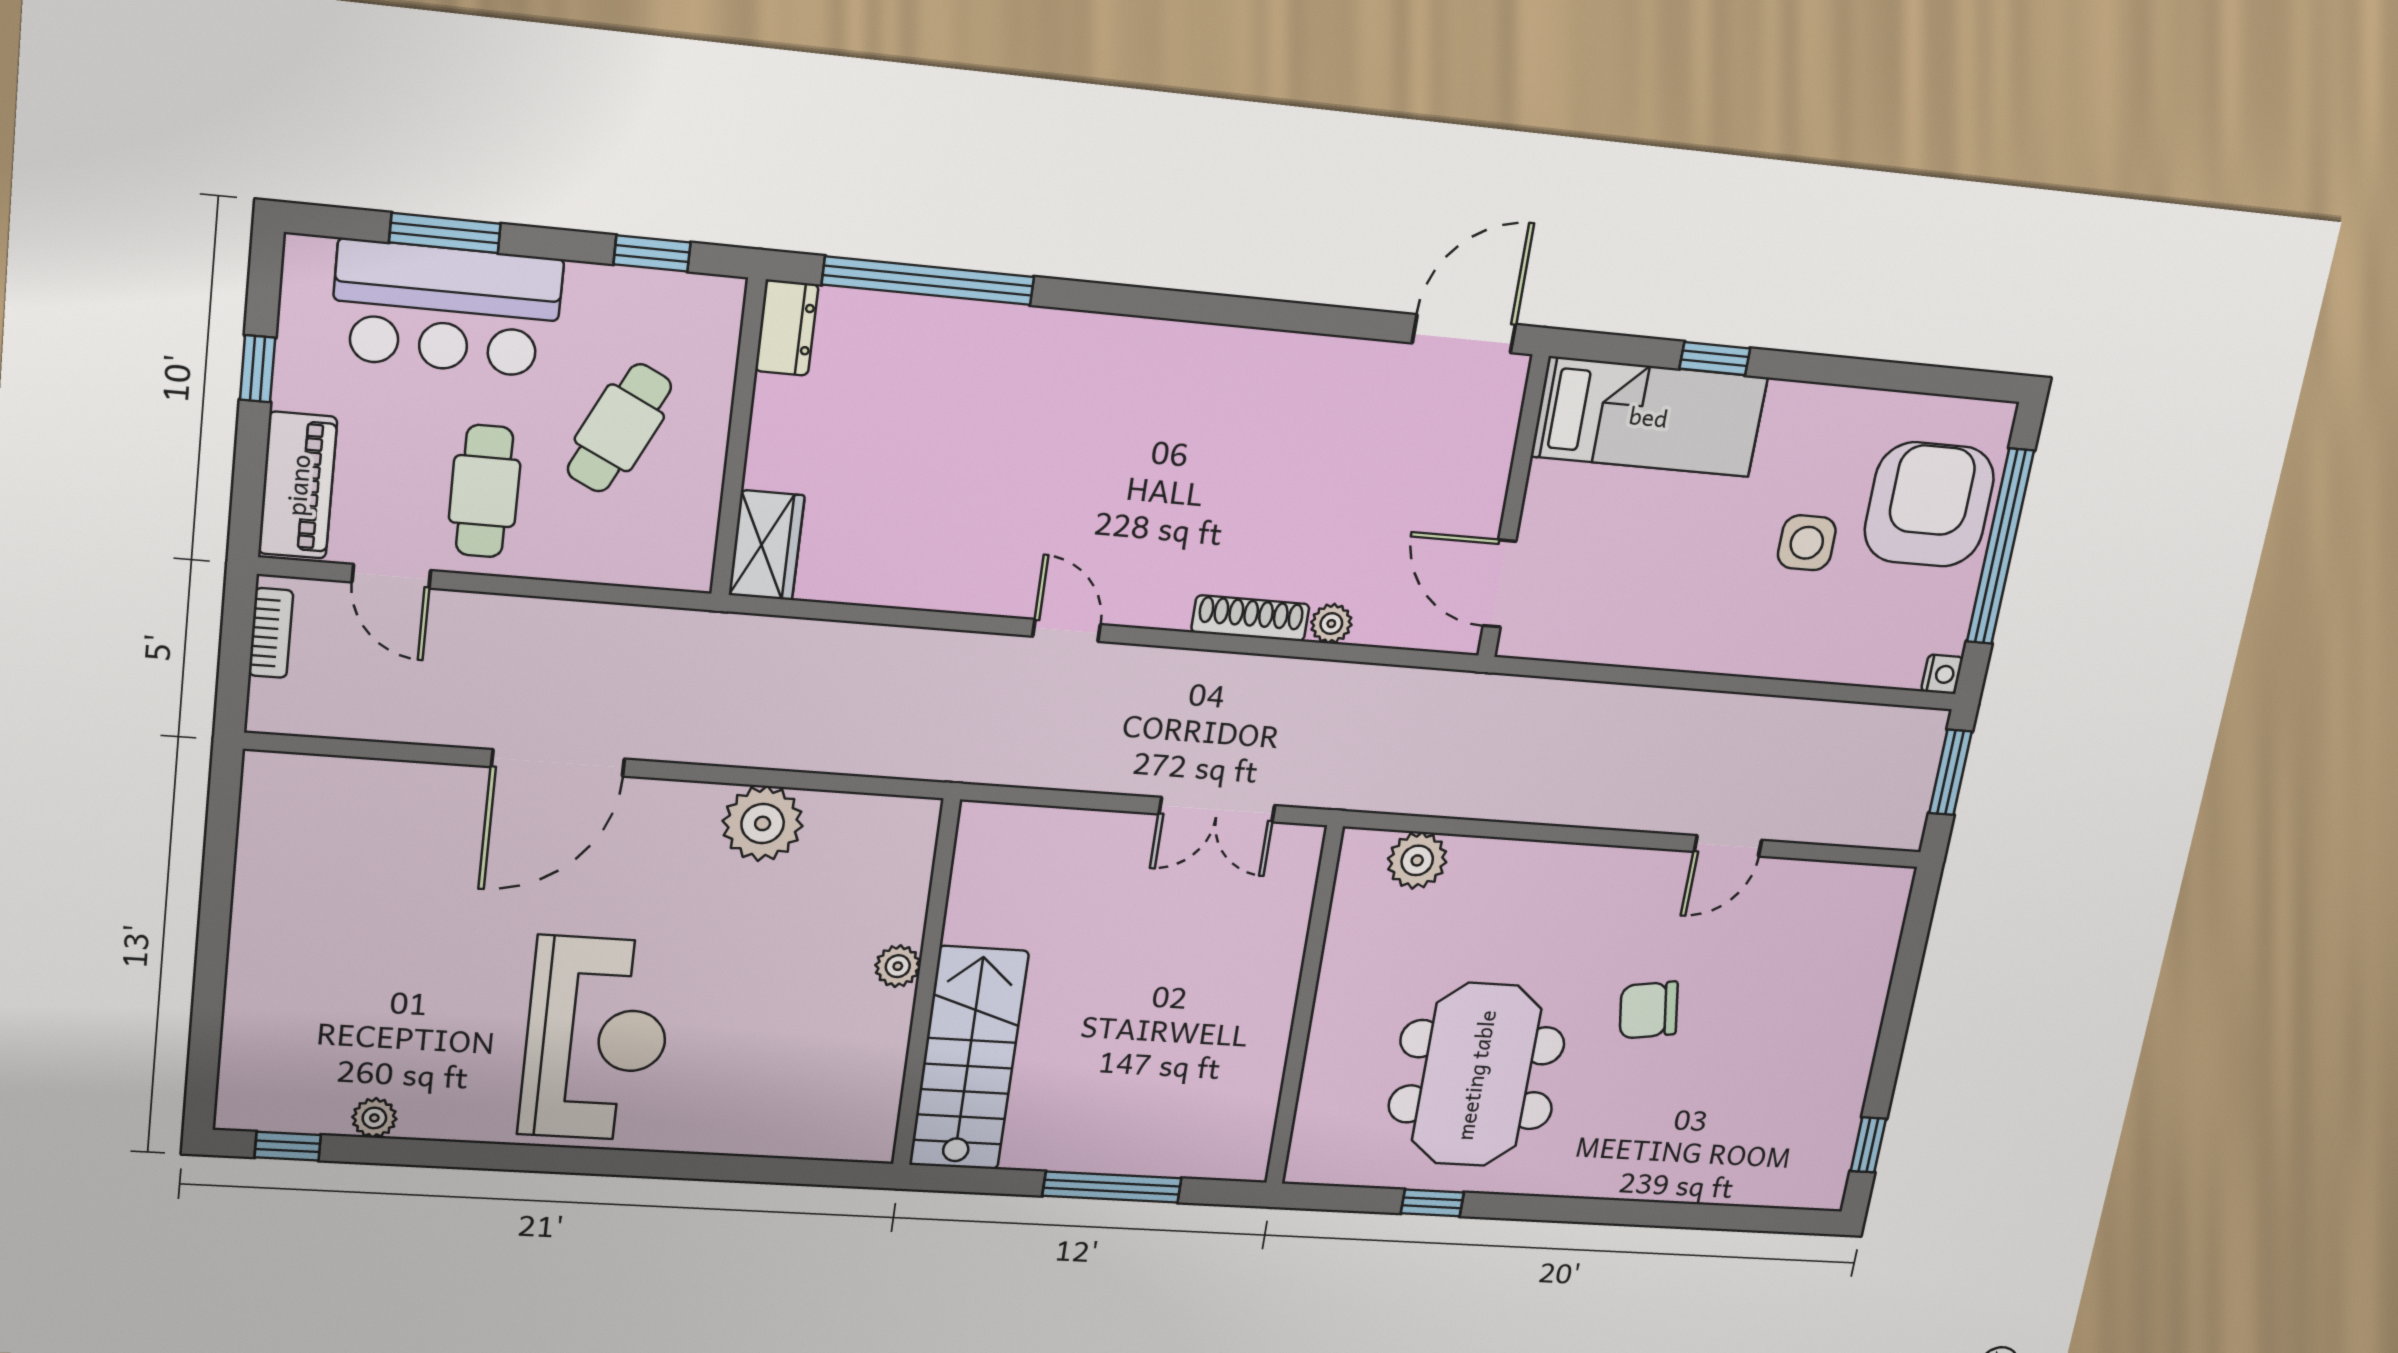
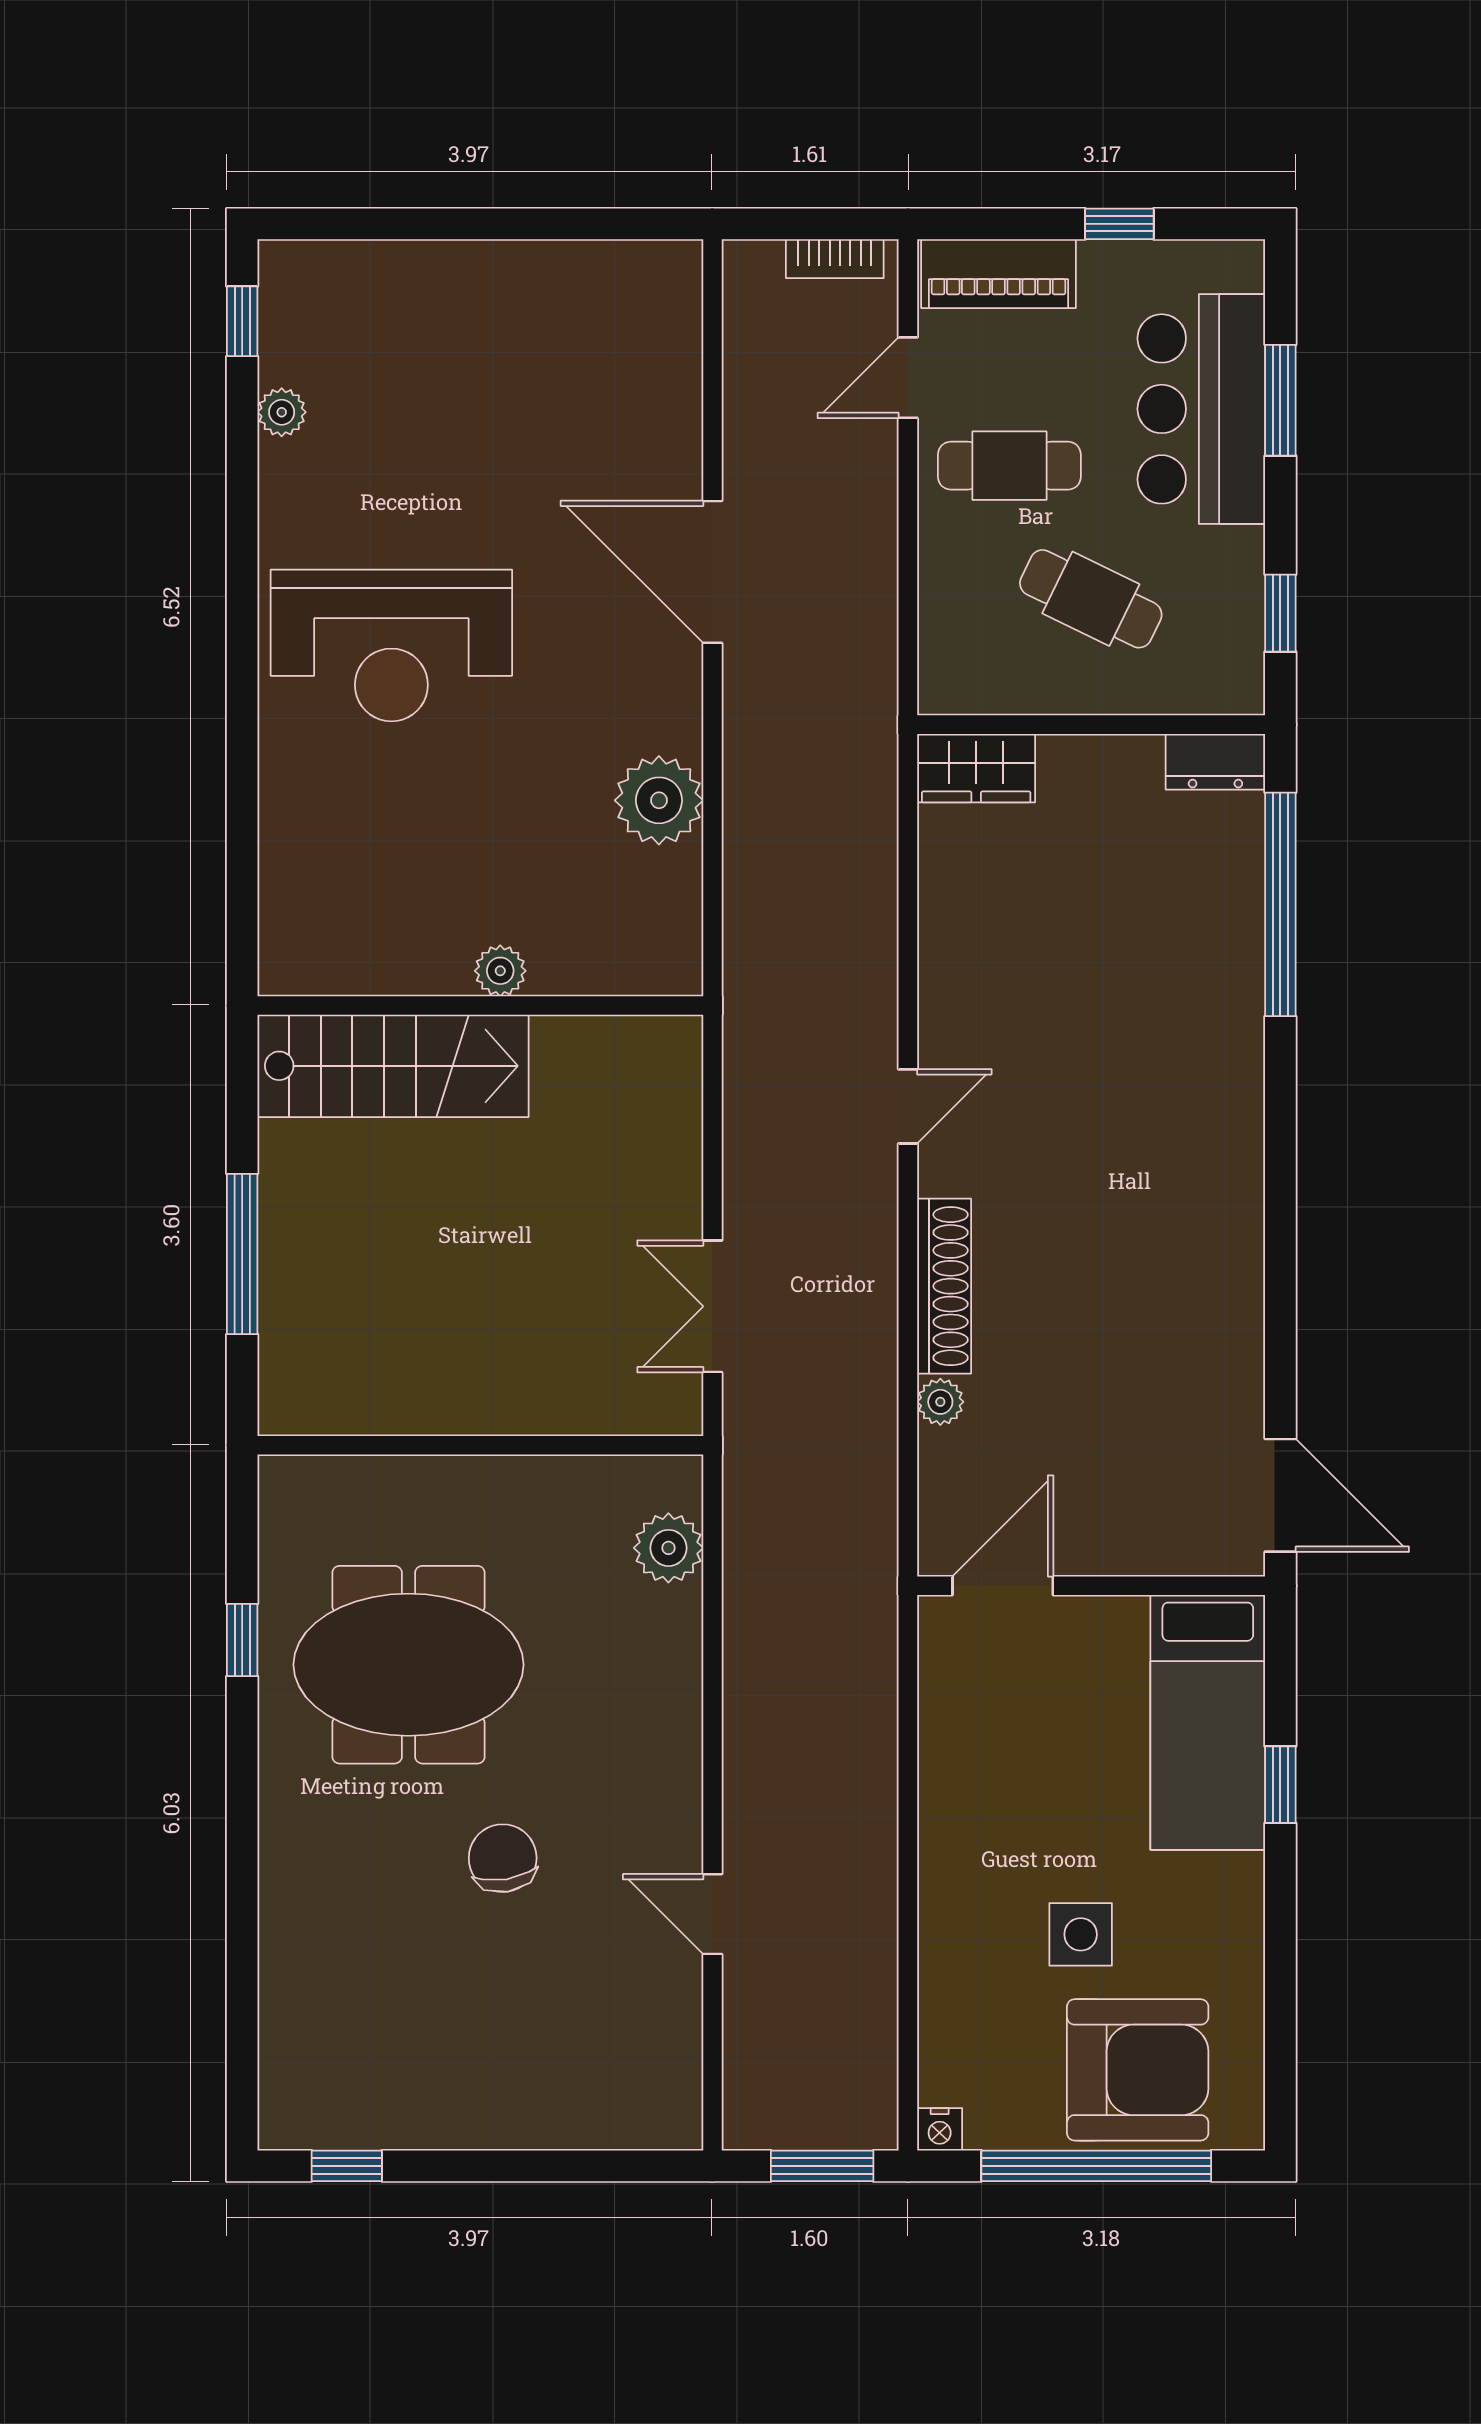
shoe rack: (1250, 618) -> (944, 1286), width x1.36, depth x1.24

